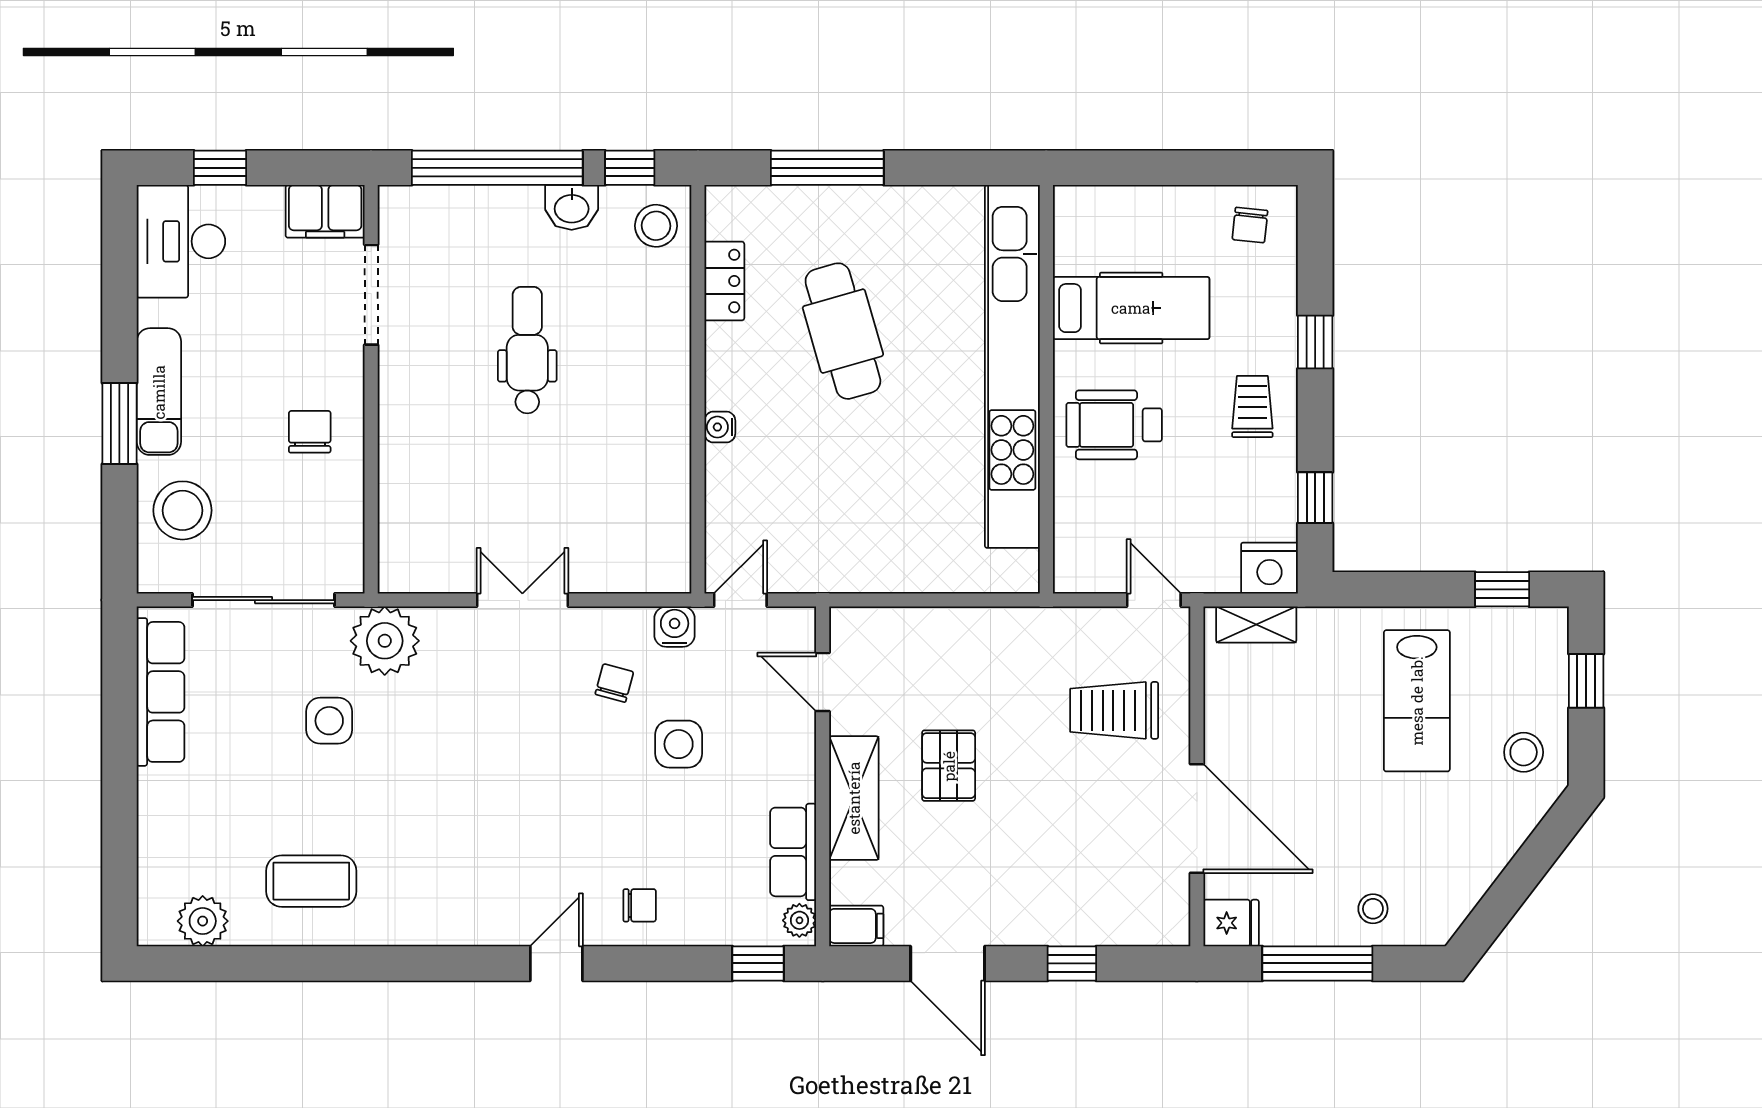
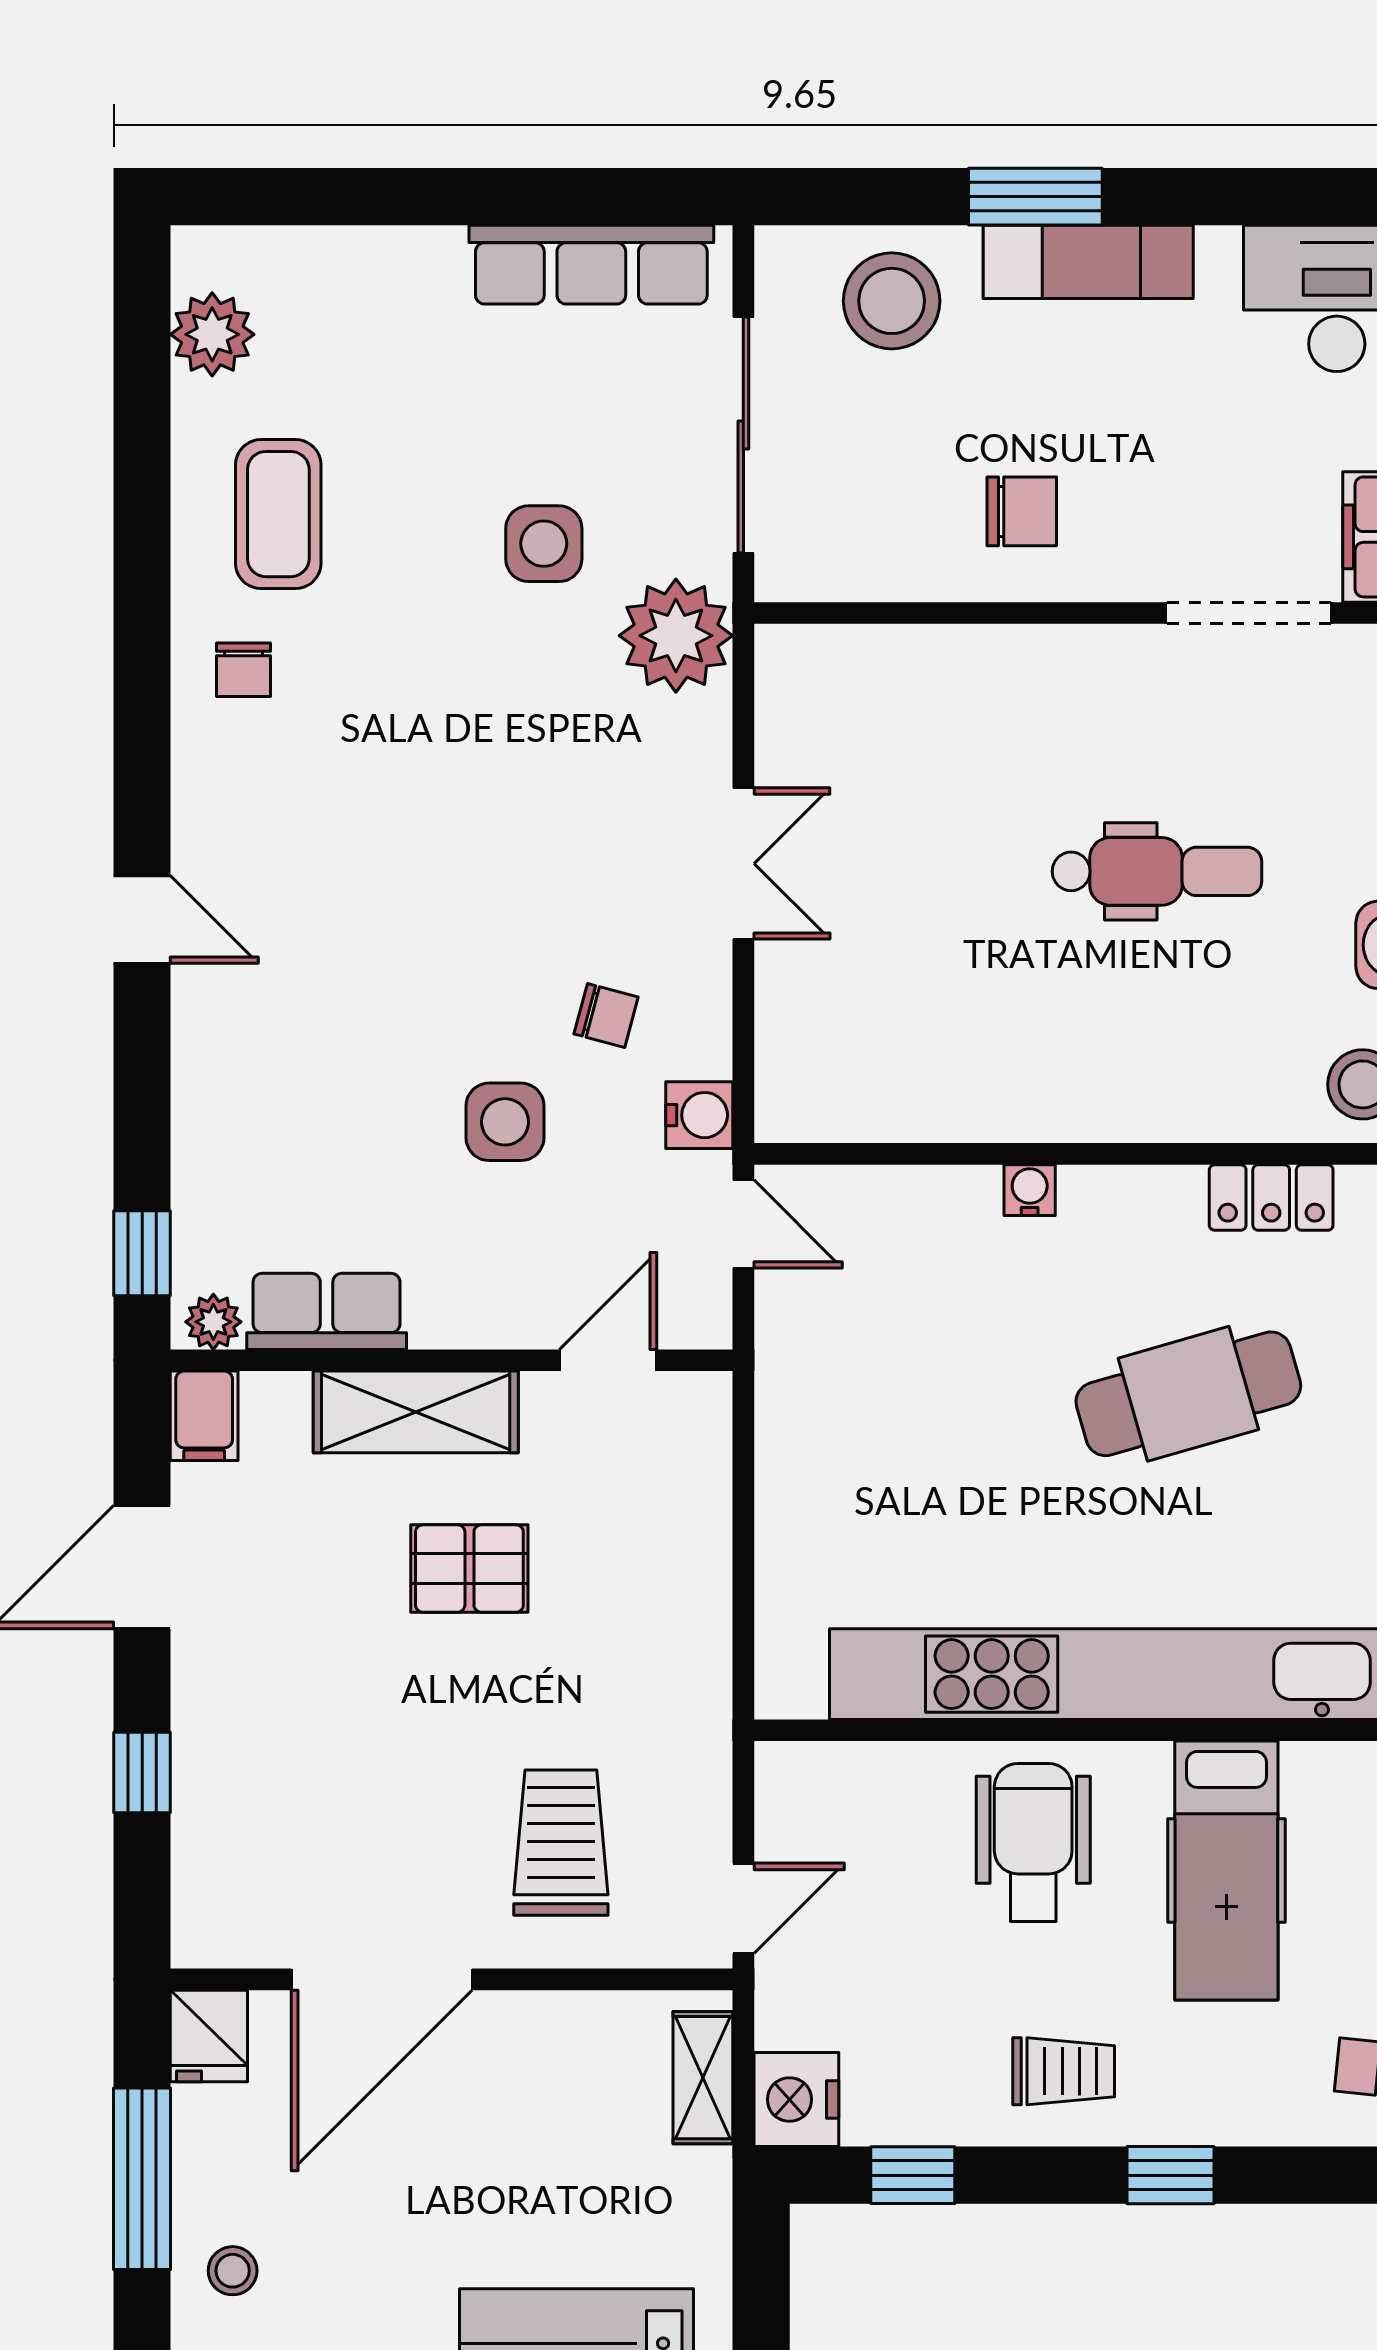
chair: (640, 905) -> (243, 670), moved

